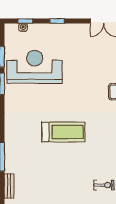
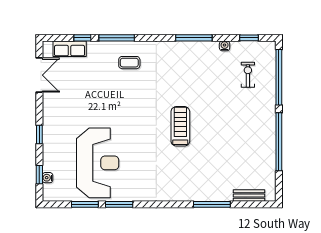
reception desk: (35, 67) -> (98, 163), turned 180
treadmill: (63, 132) -> (180, 126), width x0.73, depth x0.73

